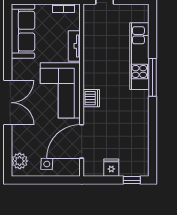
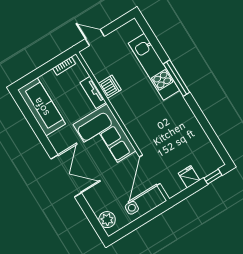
dishwasher: (91, 98) -> (110, 87), moved

